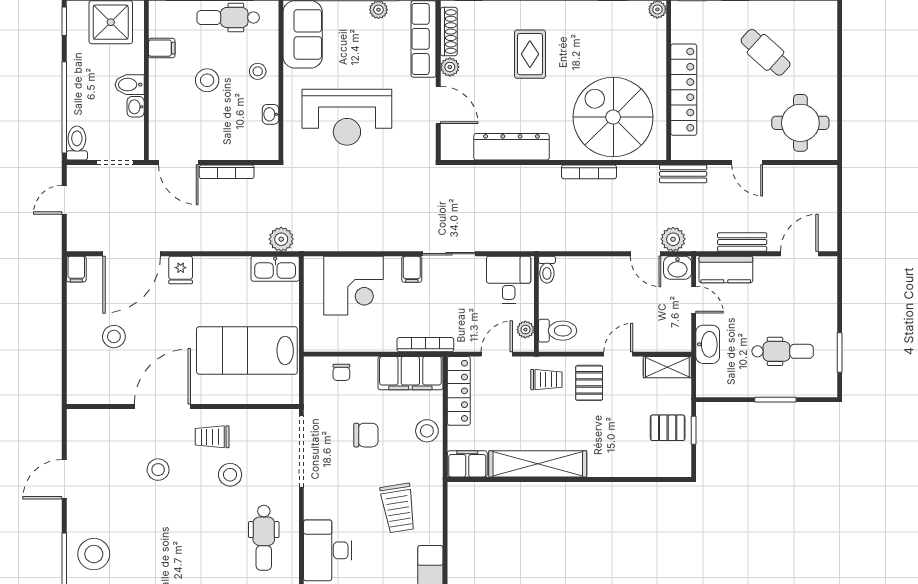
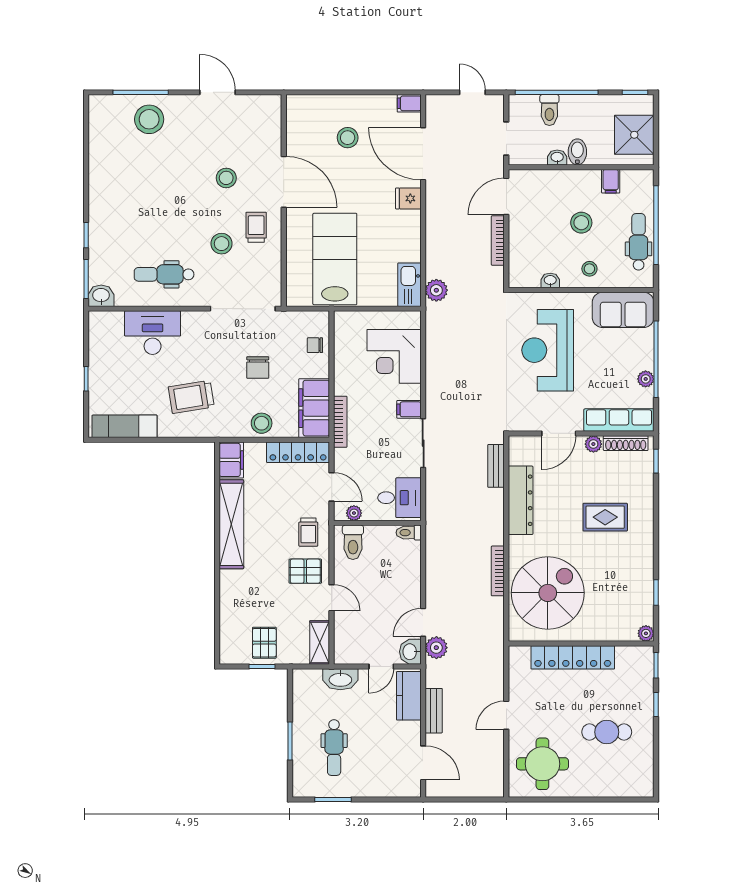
cafe table: (766, 52) -> (607, 732), turned 48
toilet: (77, 143) -> (549, 110), moved, turned 90
bench: (683, 174) -> (496, 466), moved

